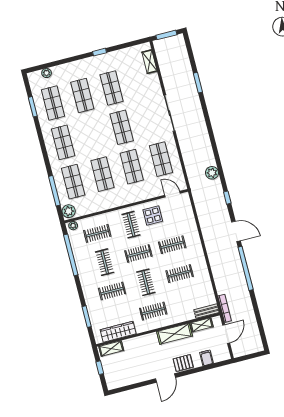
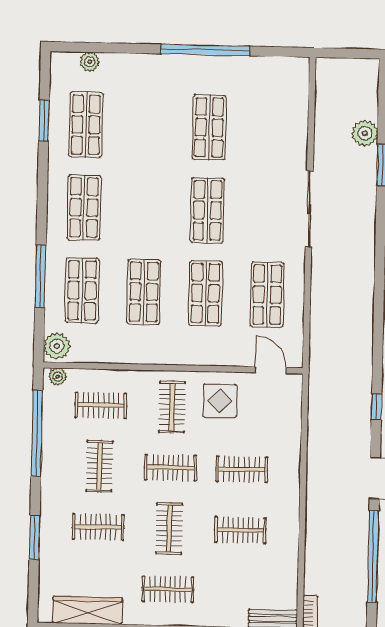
window: (166, 35) -> (346, 53), removed
window: (100, 52) -> (205, 50), width x3.17
shelving: (150, 62) -> (299, 97), removed
shop shelf: (82, 96) -> (148, 126), removed
plant: (212, 173) -> (365, 133), moved
window: (54, 191) -> (40, 276), moved
window: (87, 317) -> (34, 537), moved

